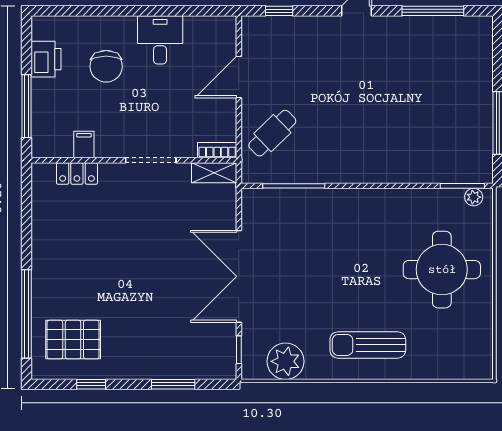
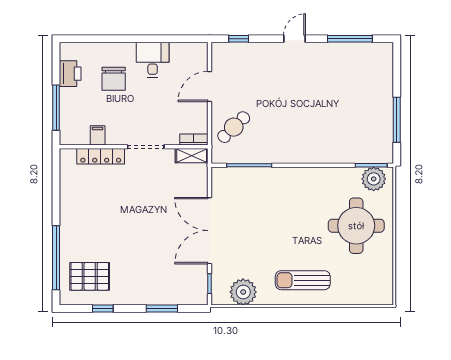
locker: (77, 173) -> (101, 156), width x1.53
plant: (474, 197) -> (374, 179), width x1.87, depth x1.87

